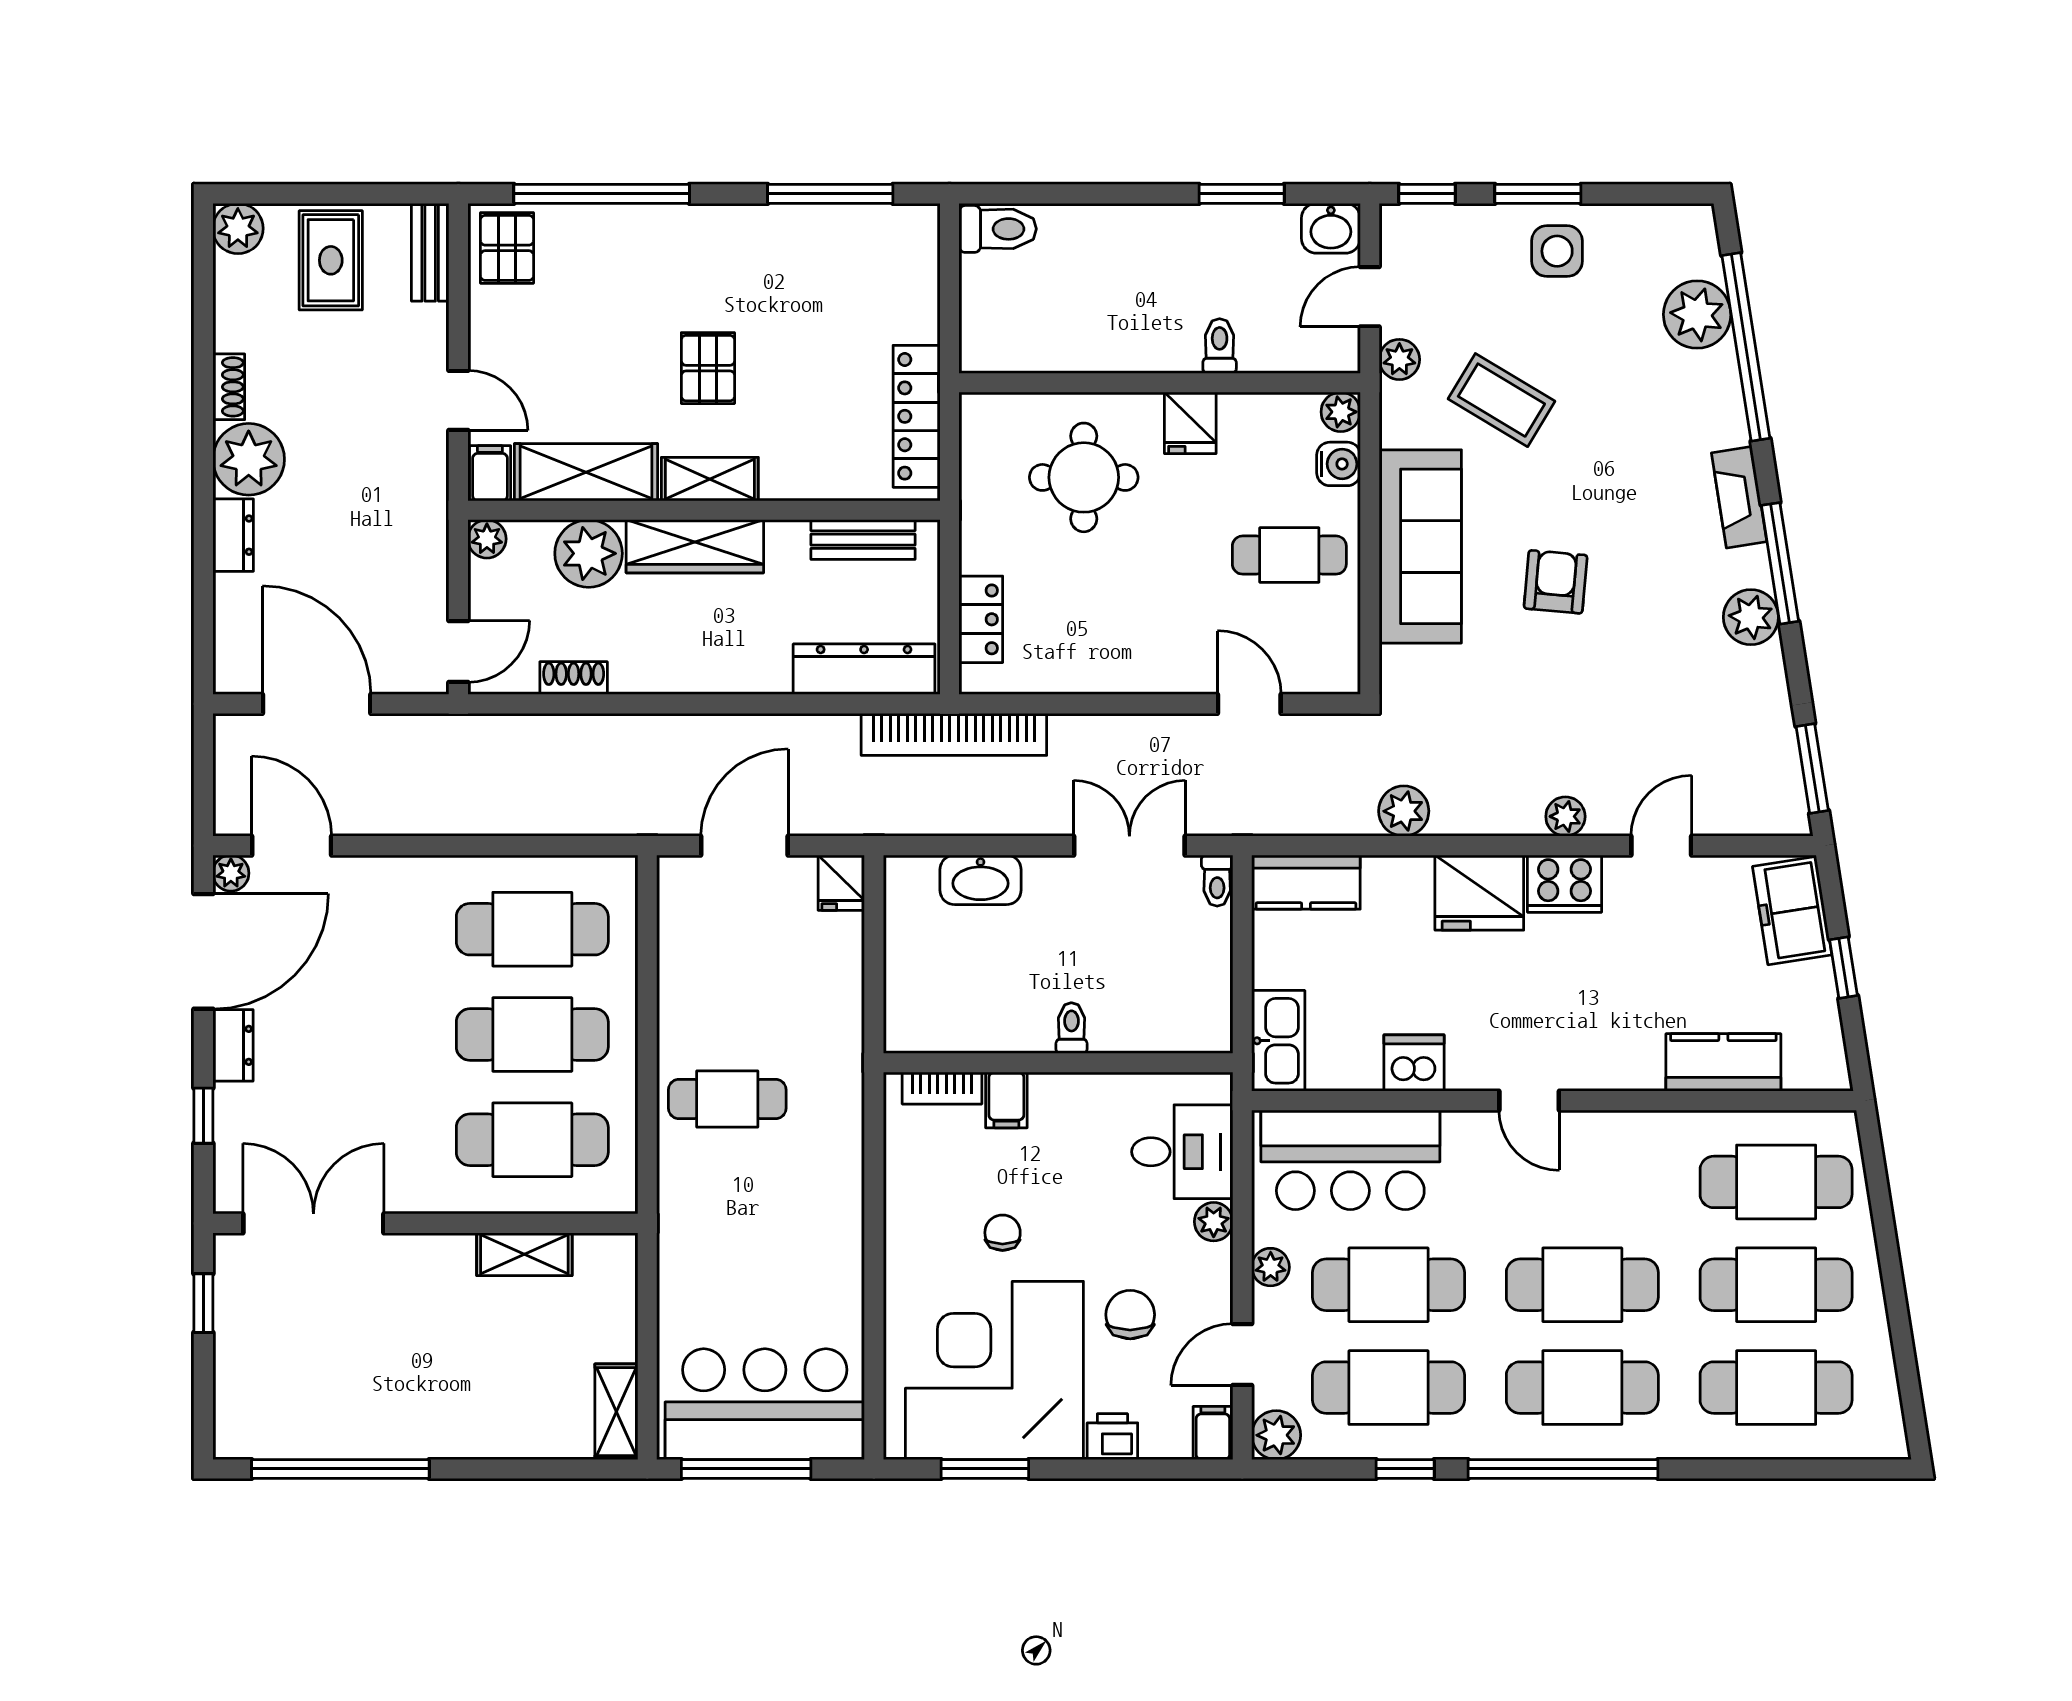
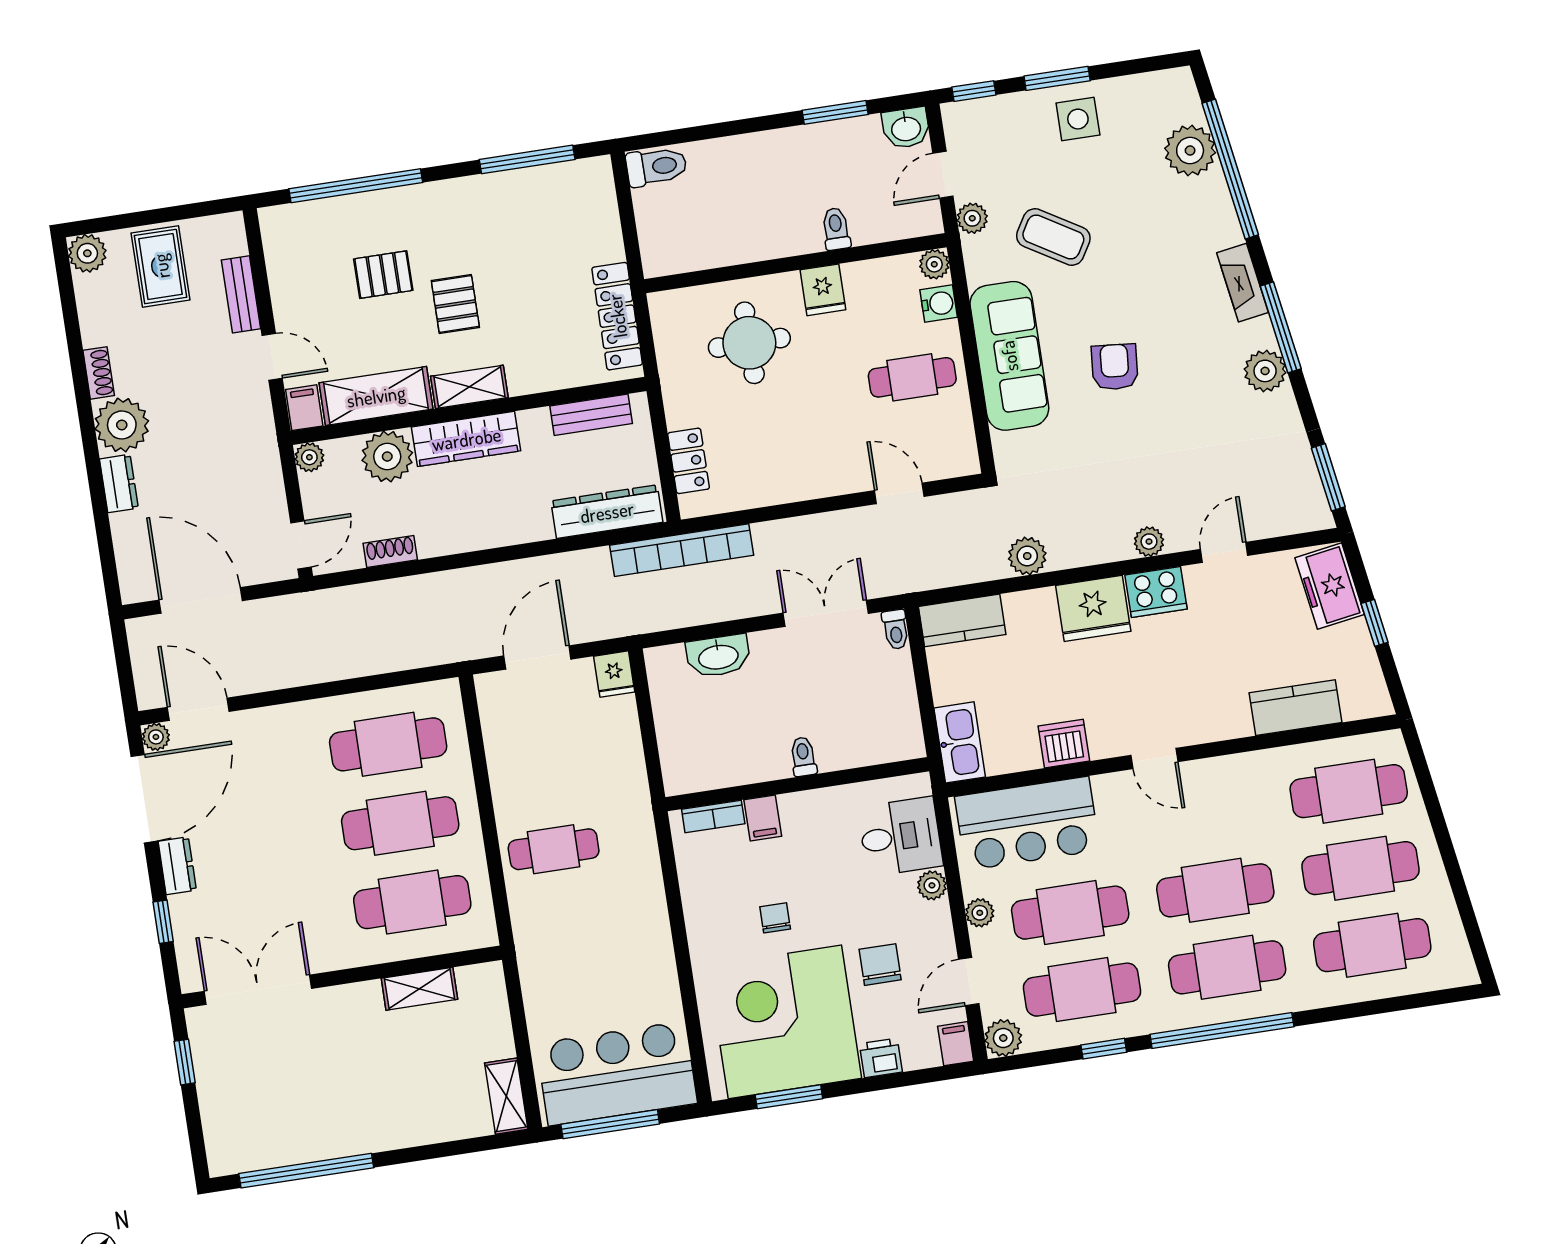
pallet: (507, 248) -> (383, 275), moved, turned 90
bench: (430, 252) -> (241, 294), moved

